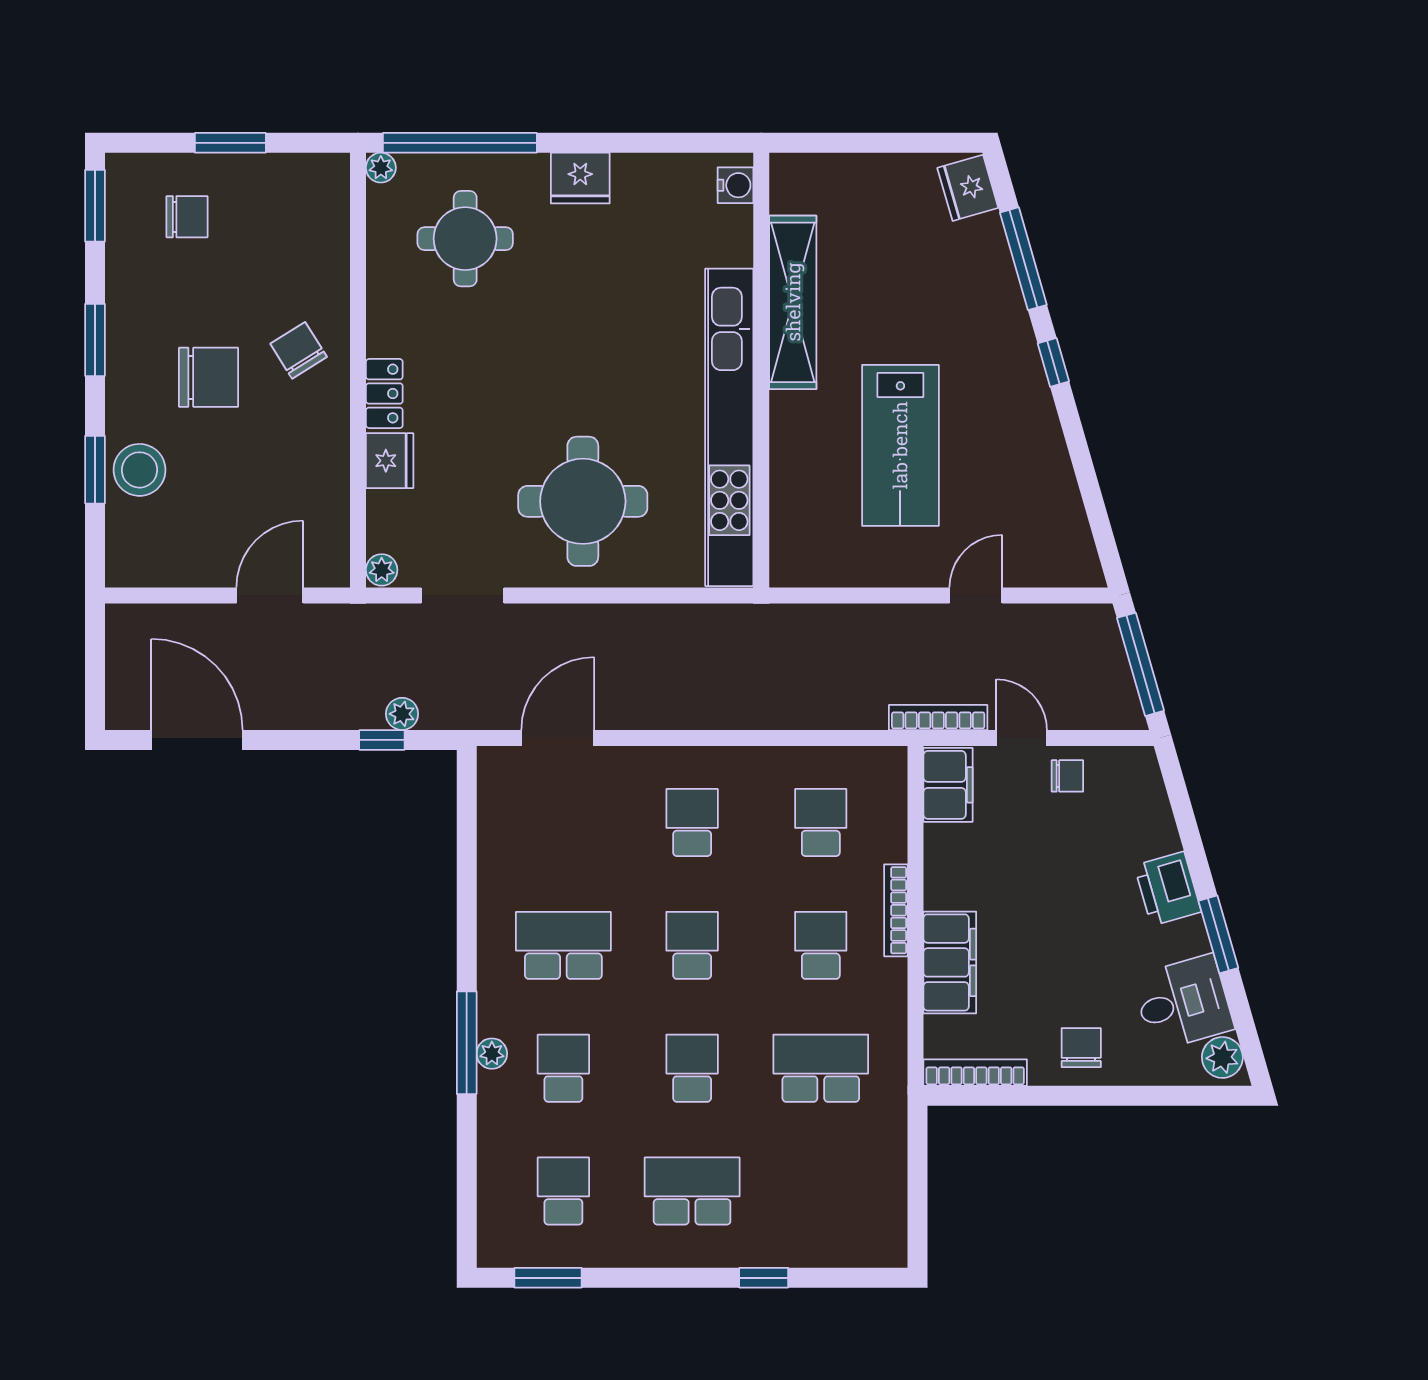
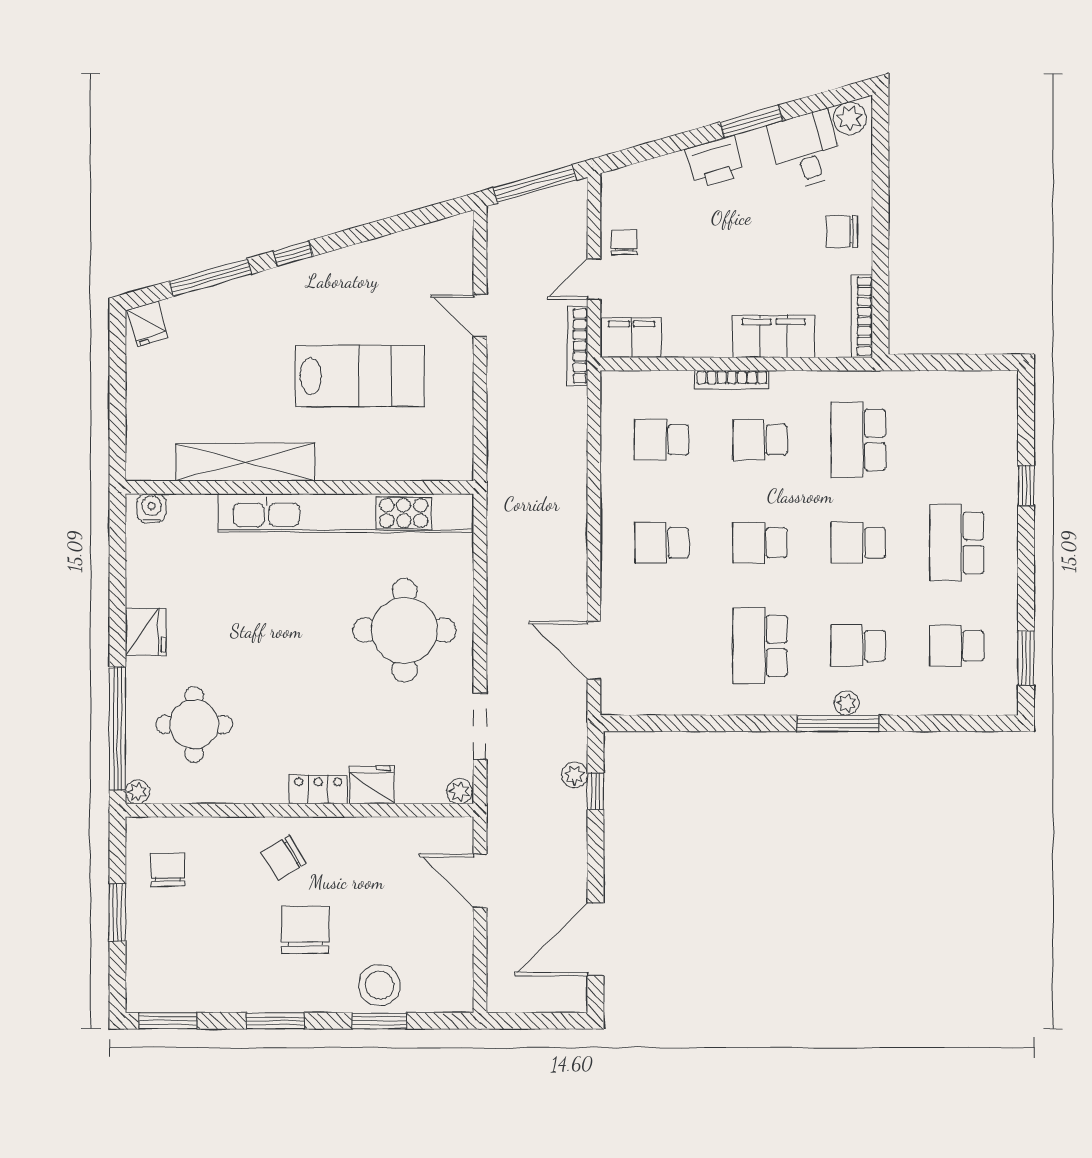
fridge: (968, 188) -> (148, 324), width x0.72
chair: (187, 217) -> (168, 870), moved

